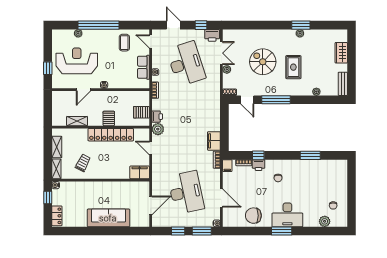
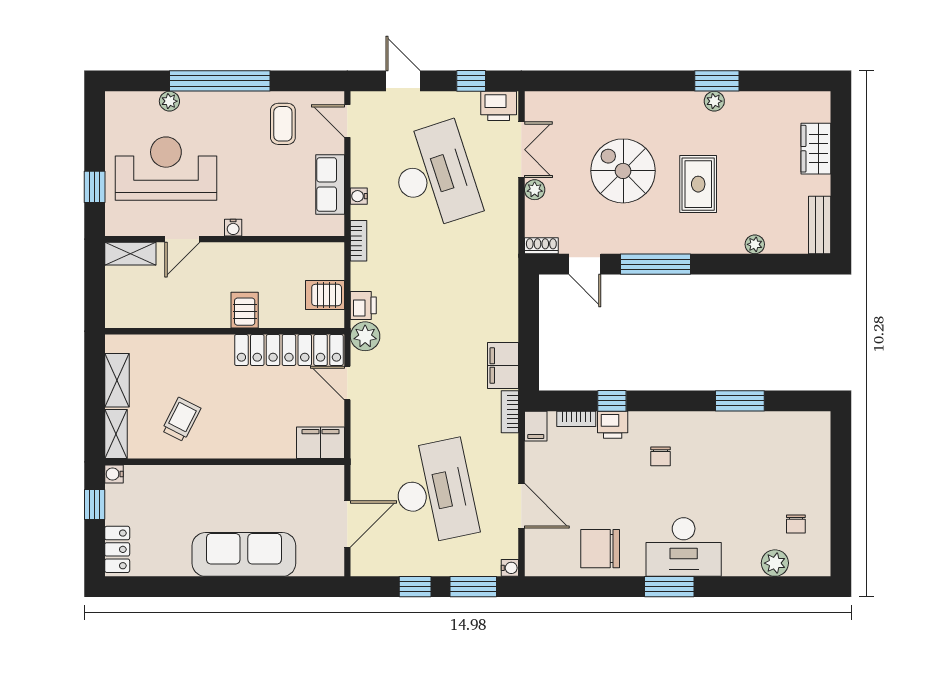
shelving: (77, 121) -> (130, 254), moved
locker: (111, 135) -> (289, 350), moved

